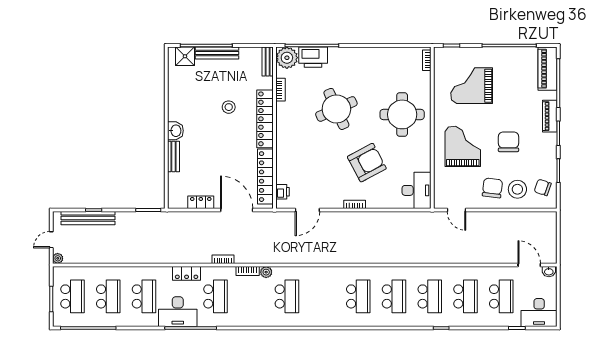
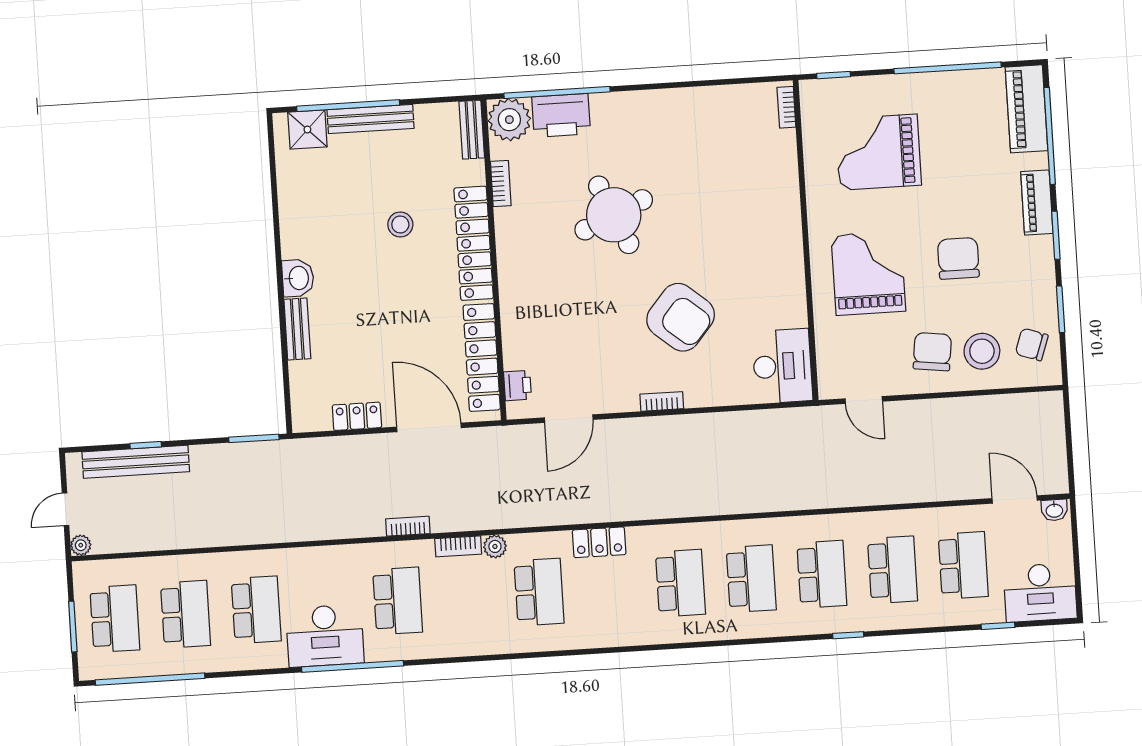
round table: (402, 114) -> (744, 218), removed
armchair: (367, 163) -> (681, 317), turned 68
locker: (187, 273) -> (599, 542), moved

